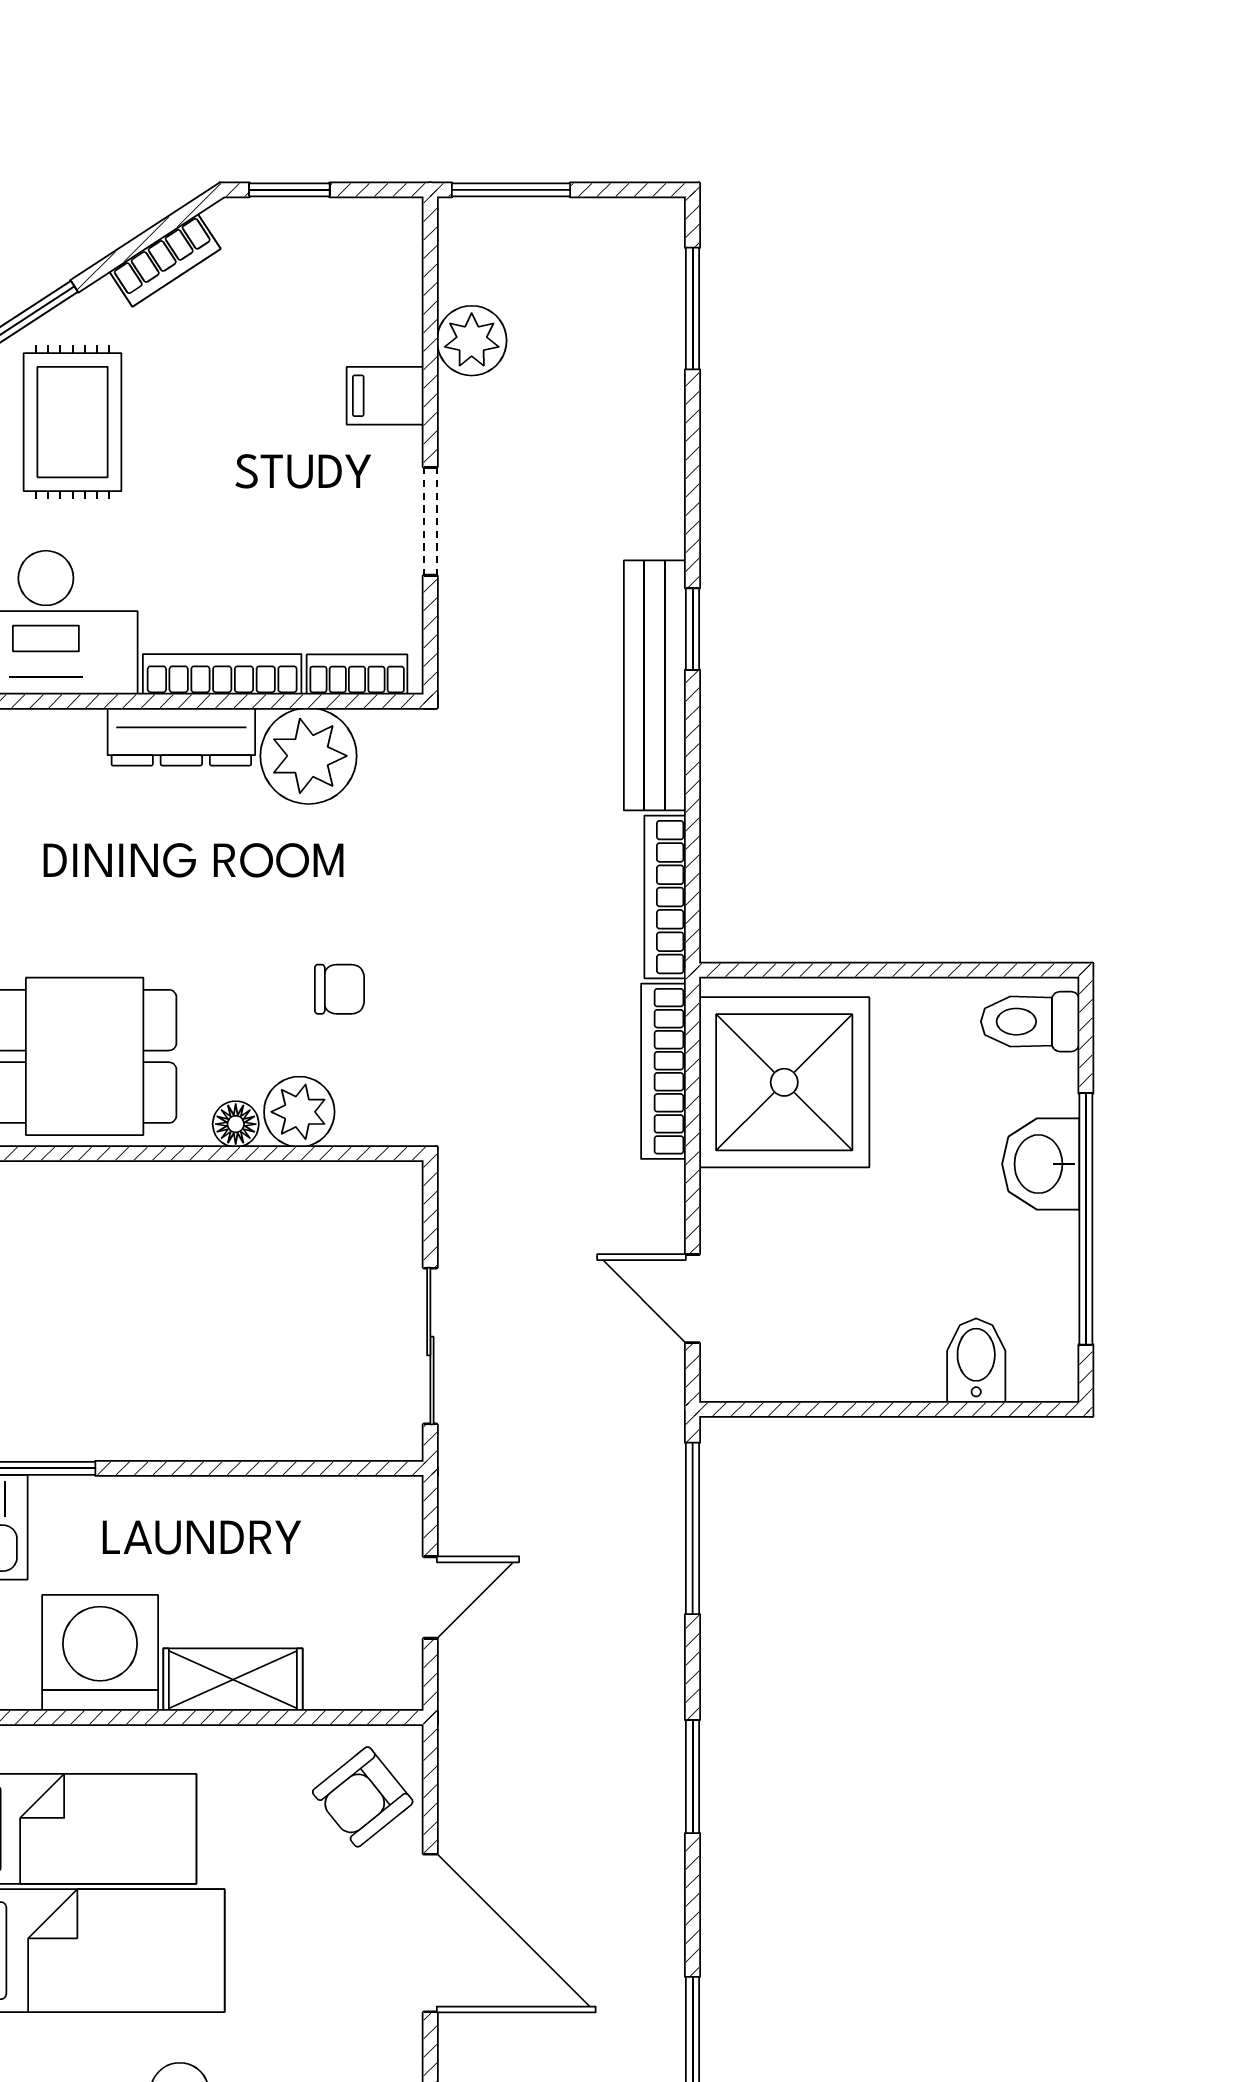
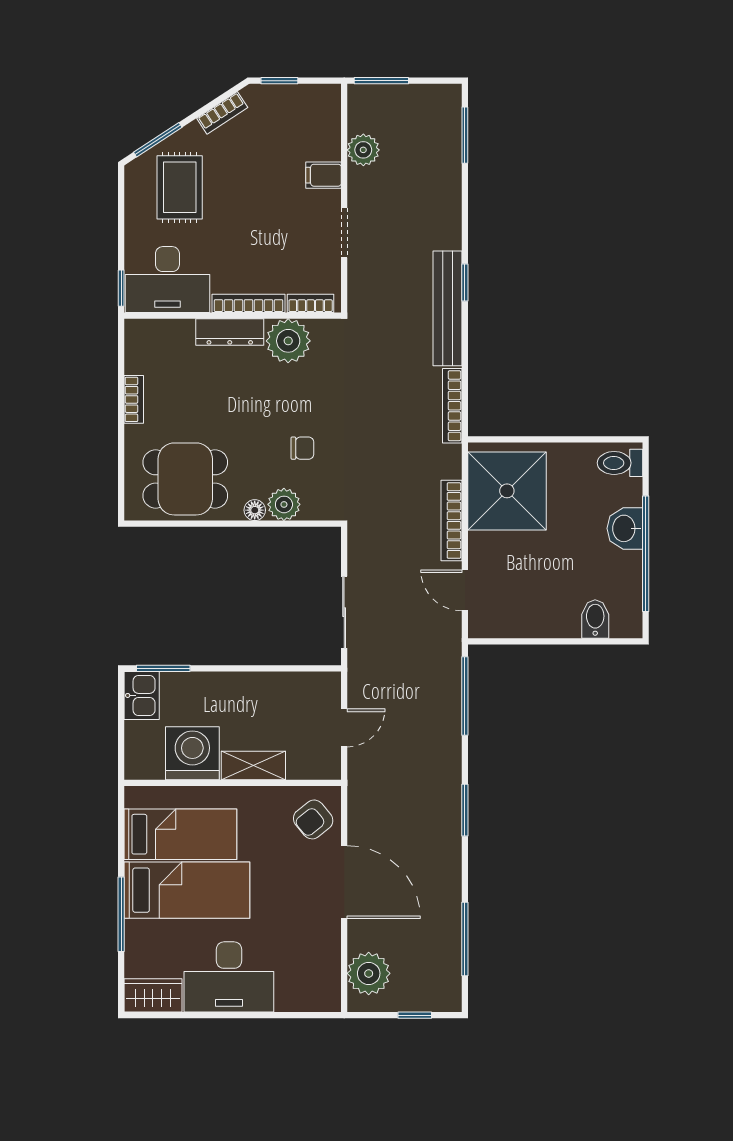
bookcase: (664, 1071) -> (451, 521), moved

